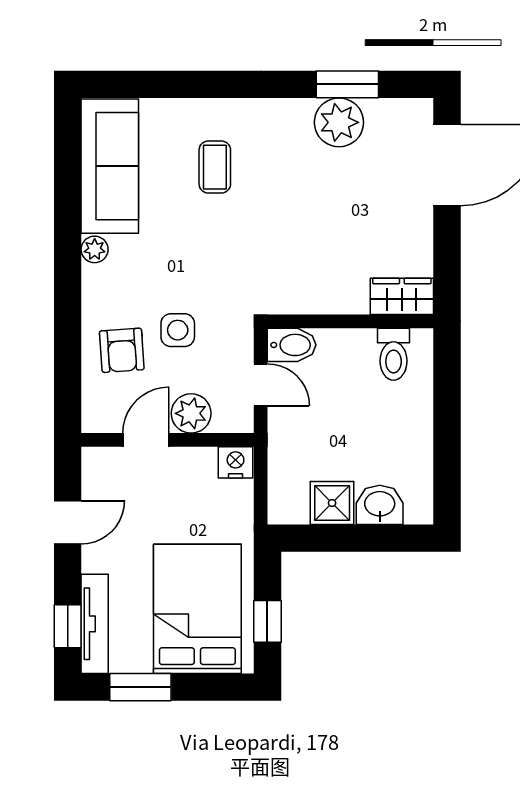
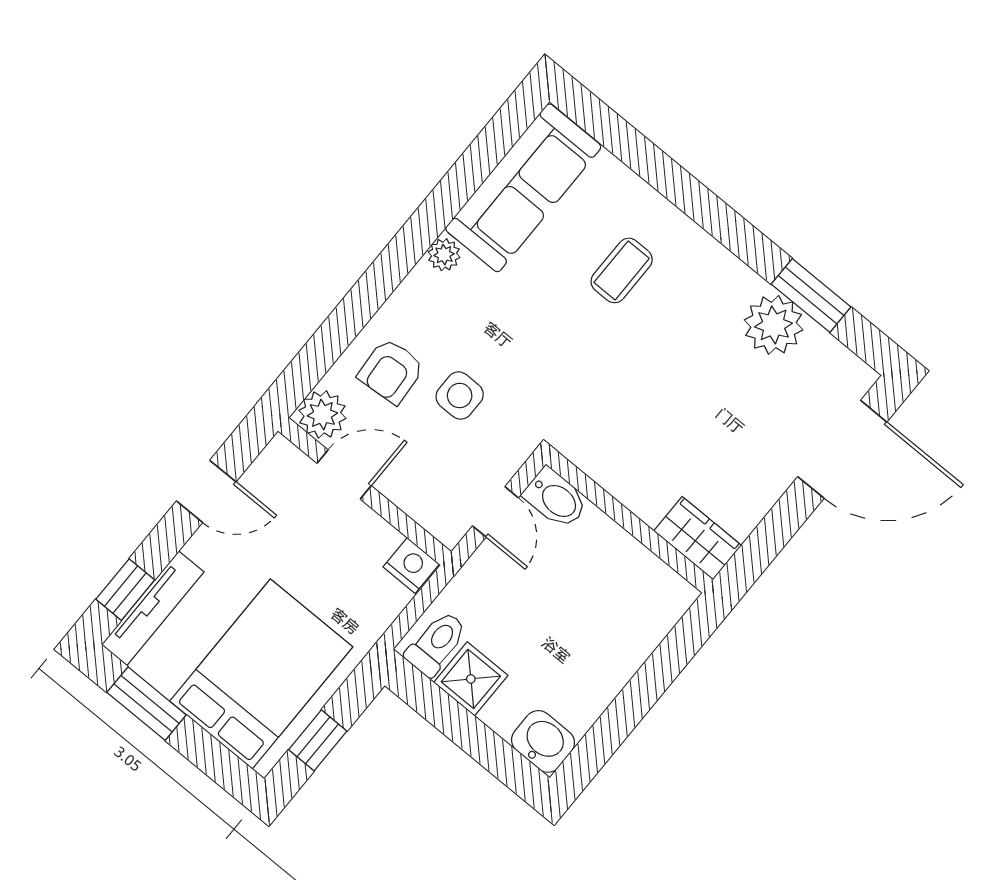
toilet: (394, 354) -> (436, 643), moved, turned 180
plant: (191, 413) -> (322, 414), moved
washbasin: (380, 505) -> (543, 741), moved

